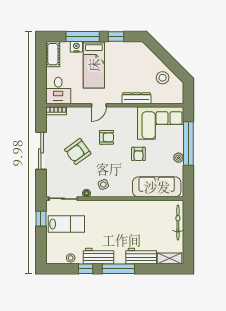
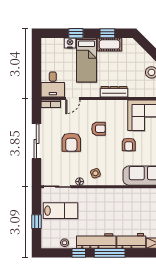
window: (83, 36) -> (76, 33), width x0.46
cot: (53, 54) -> (109, 44), moved, turned 90
dresser: (136, 98) -> (114, 92), moved
door: (99, 105) -> (73, 98), moved
armchair: (78, 152) -> (71, 142), turned -54
window: (41, 219) -> (36, 222), moved
workbench: (98, 256) -> (96, 241), width x1.37

